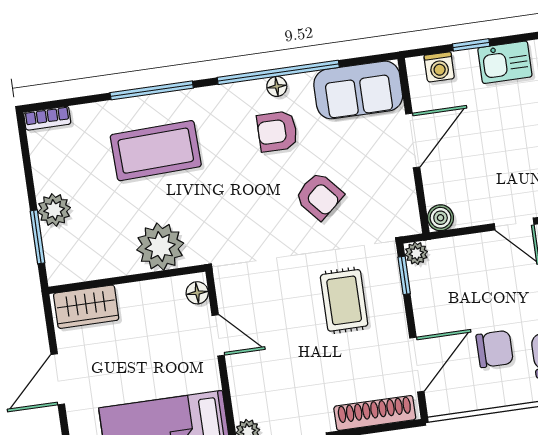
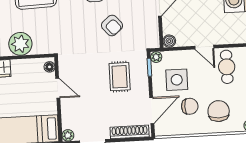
plant: (160, 247) -> (20, 44), moved
side table: (463, 296) -> (177, 80), added

